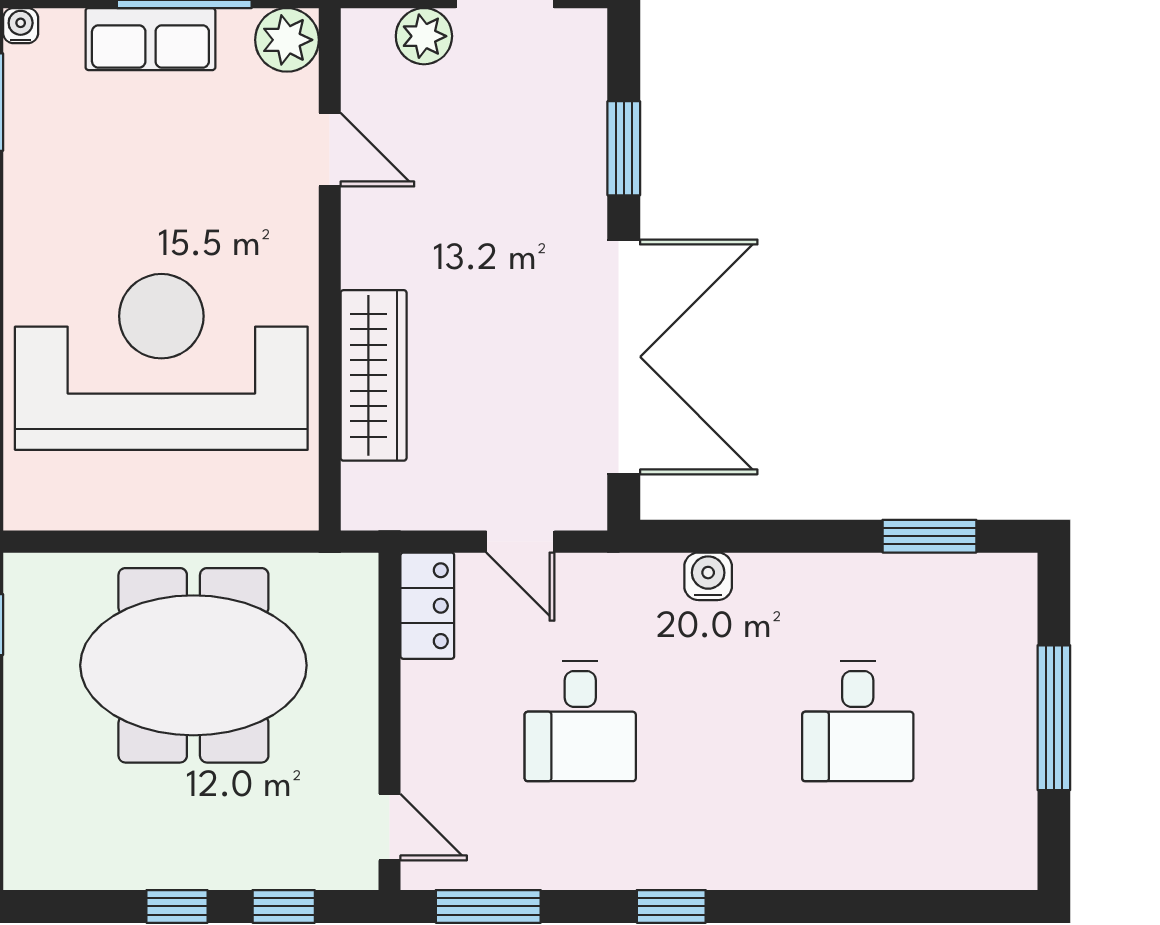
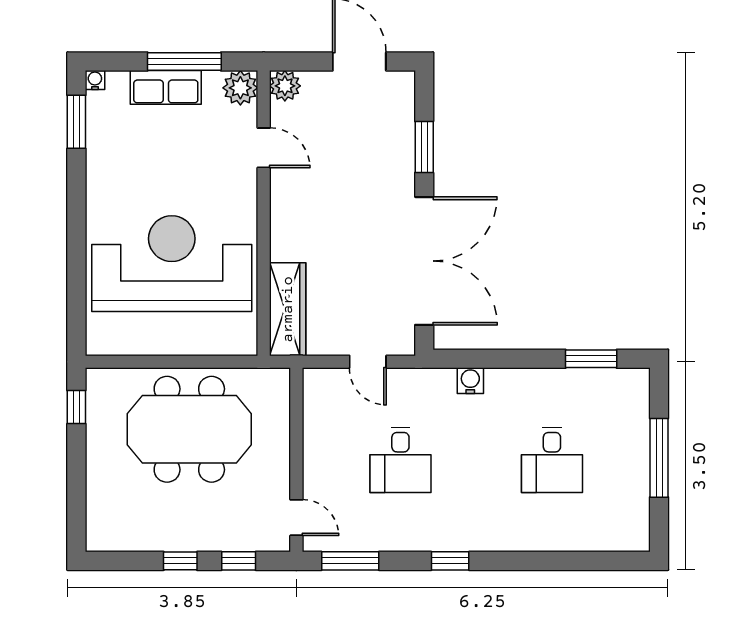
plant: (424, 36) -> (285, 86), moved
wardrobe: (374, 375) -> (288, 309), moved
locker: (427, 606) -> (317, 397), removed

